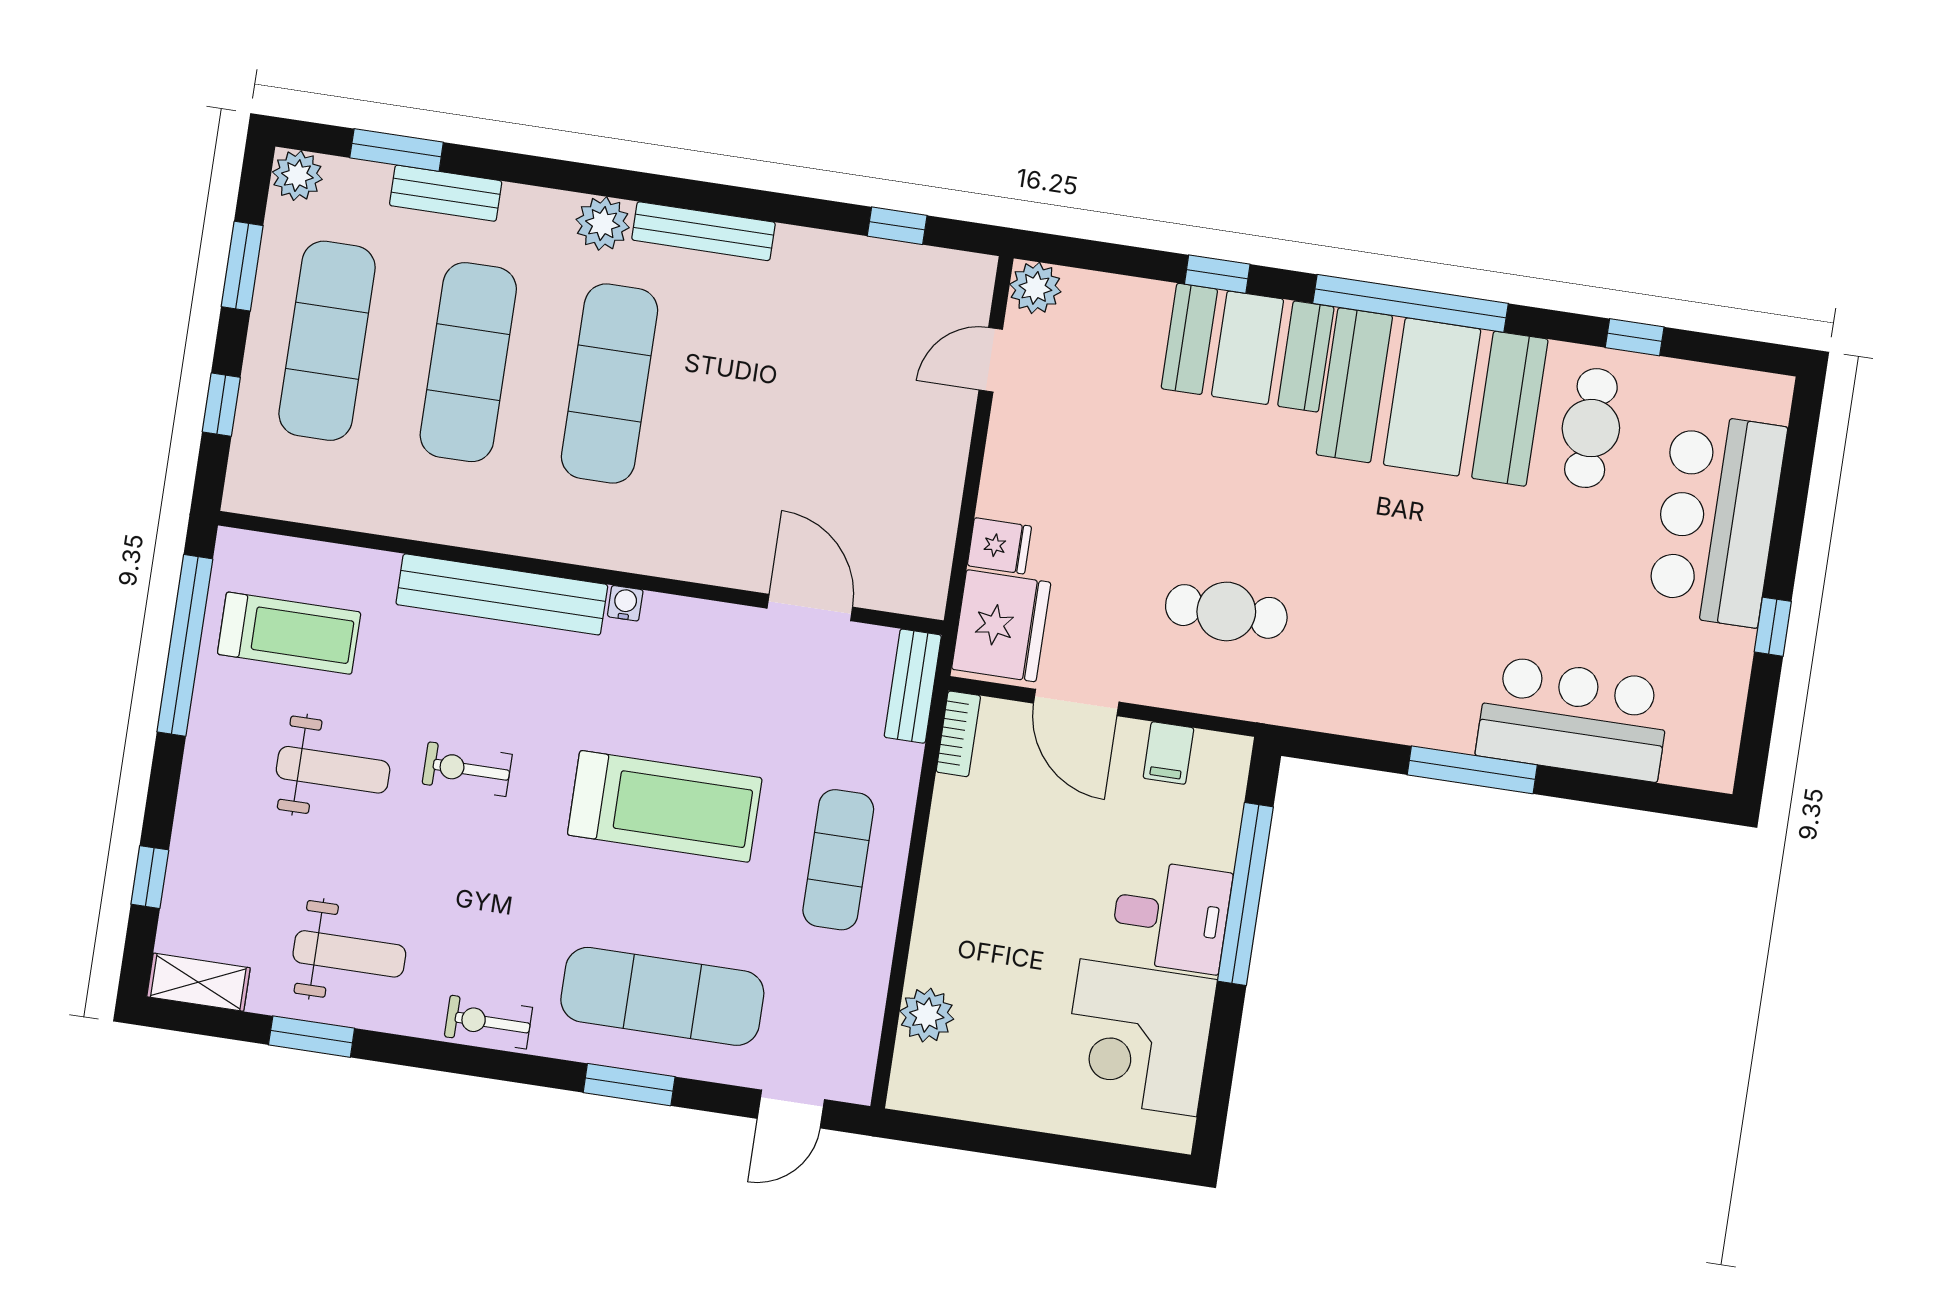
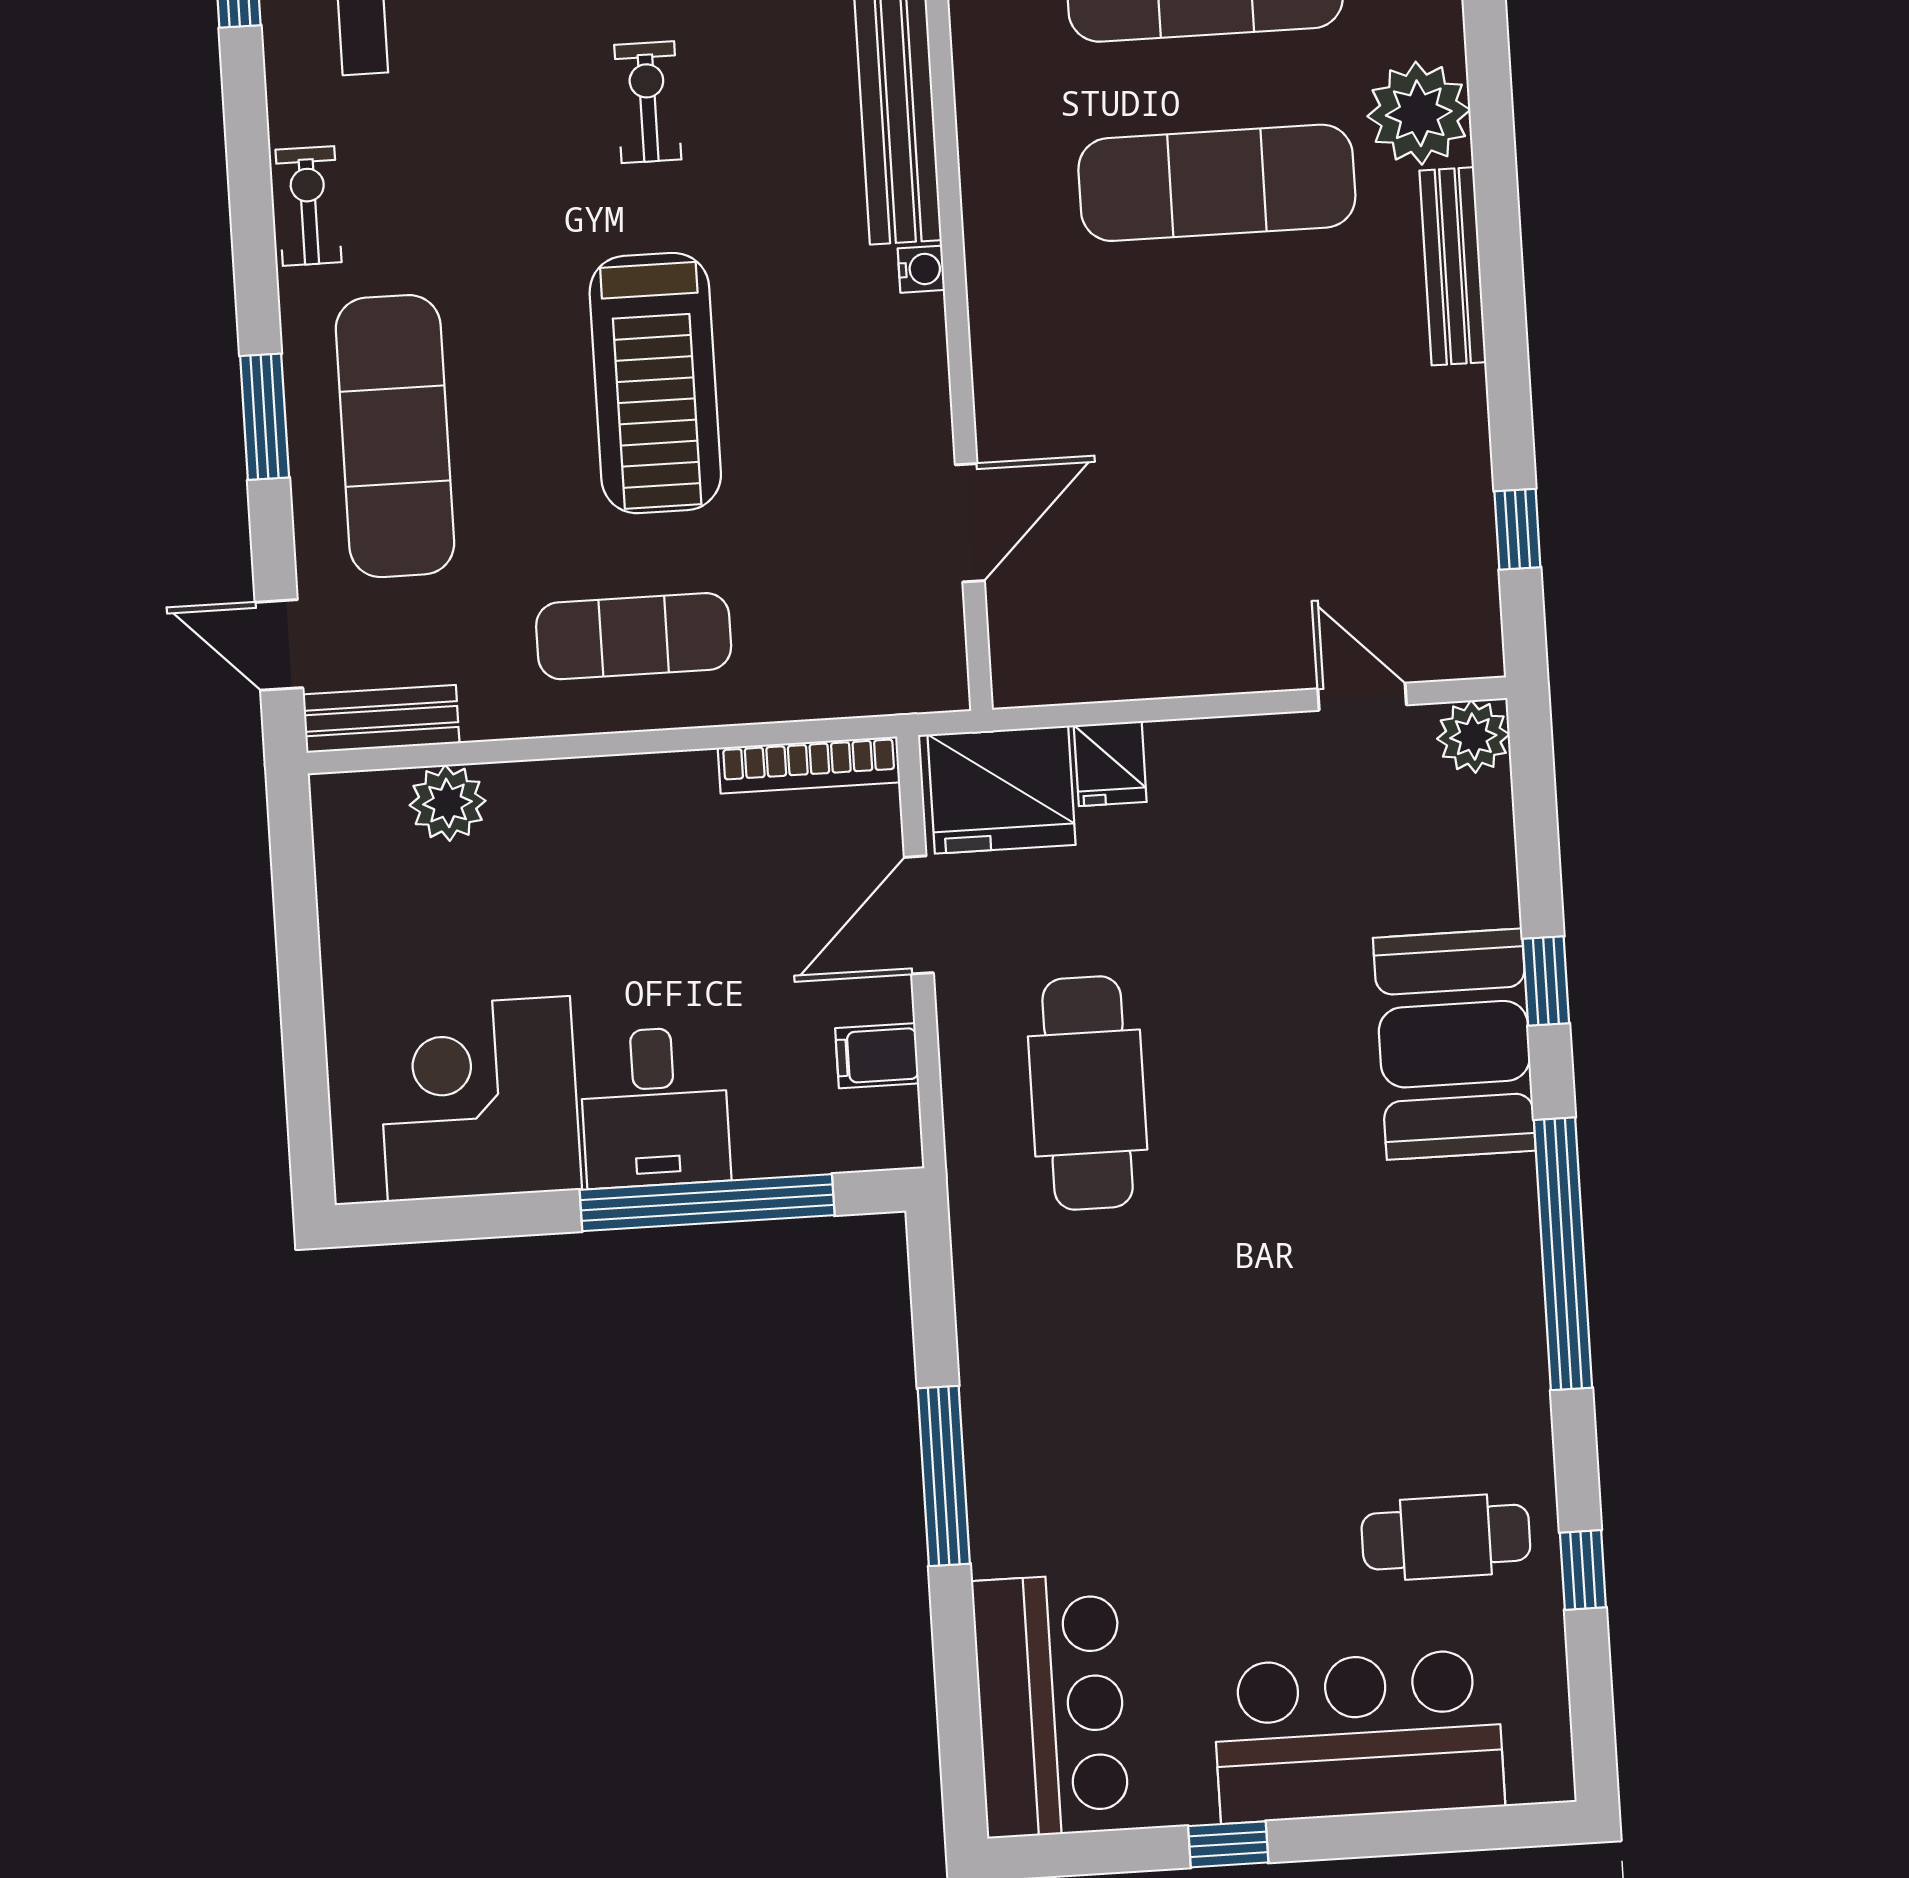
plant: (603, 224) -> (1419, 113), width x1.36, depth x1.36
booth: (1432, 397) -> (1442, 1311), removed
cafe table: (1226, 611) -> (1088, 1093), width x1.37, depth x1.35
bench: (913, 686) -> (381, 719), moved
bar counter: (1574, 718) -> (1051, 1706), moved
bookcase: (958, 734) -> (809, 765), width x1.56

